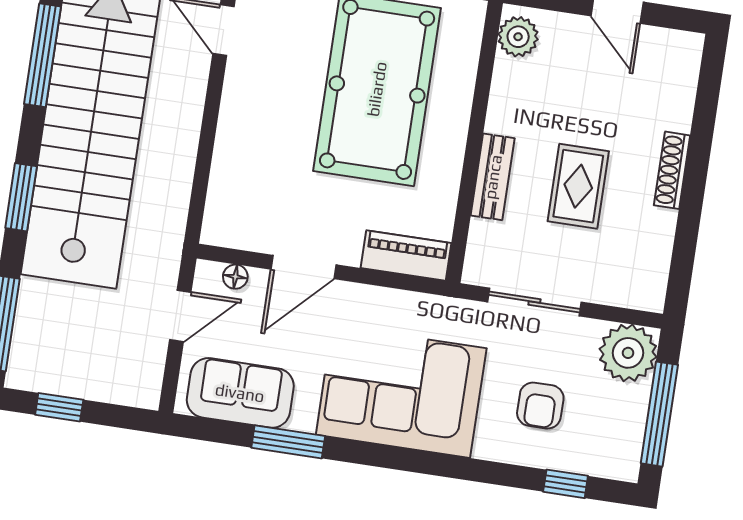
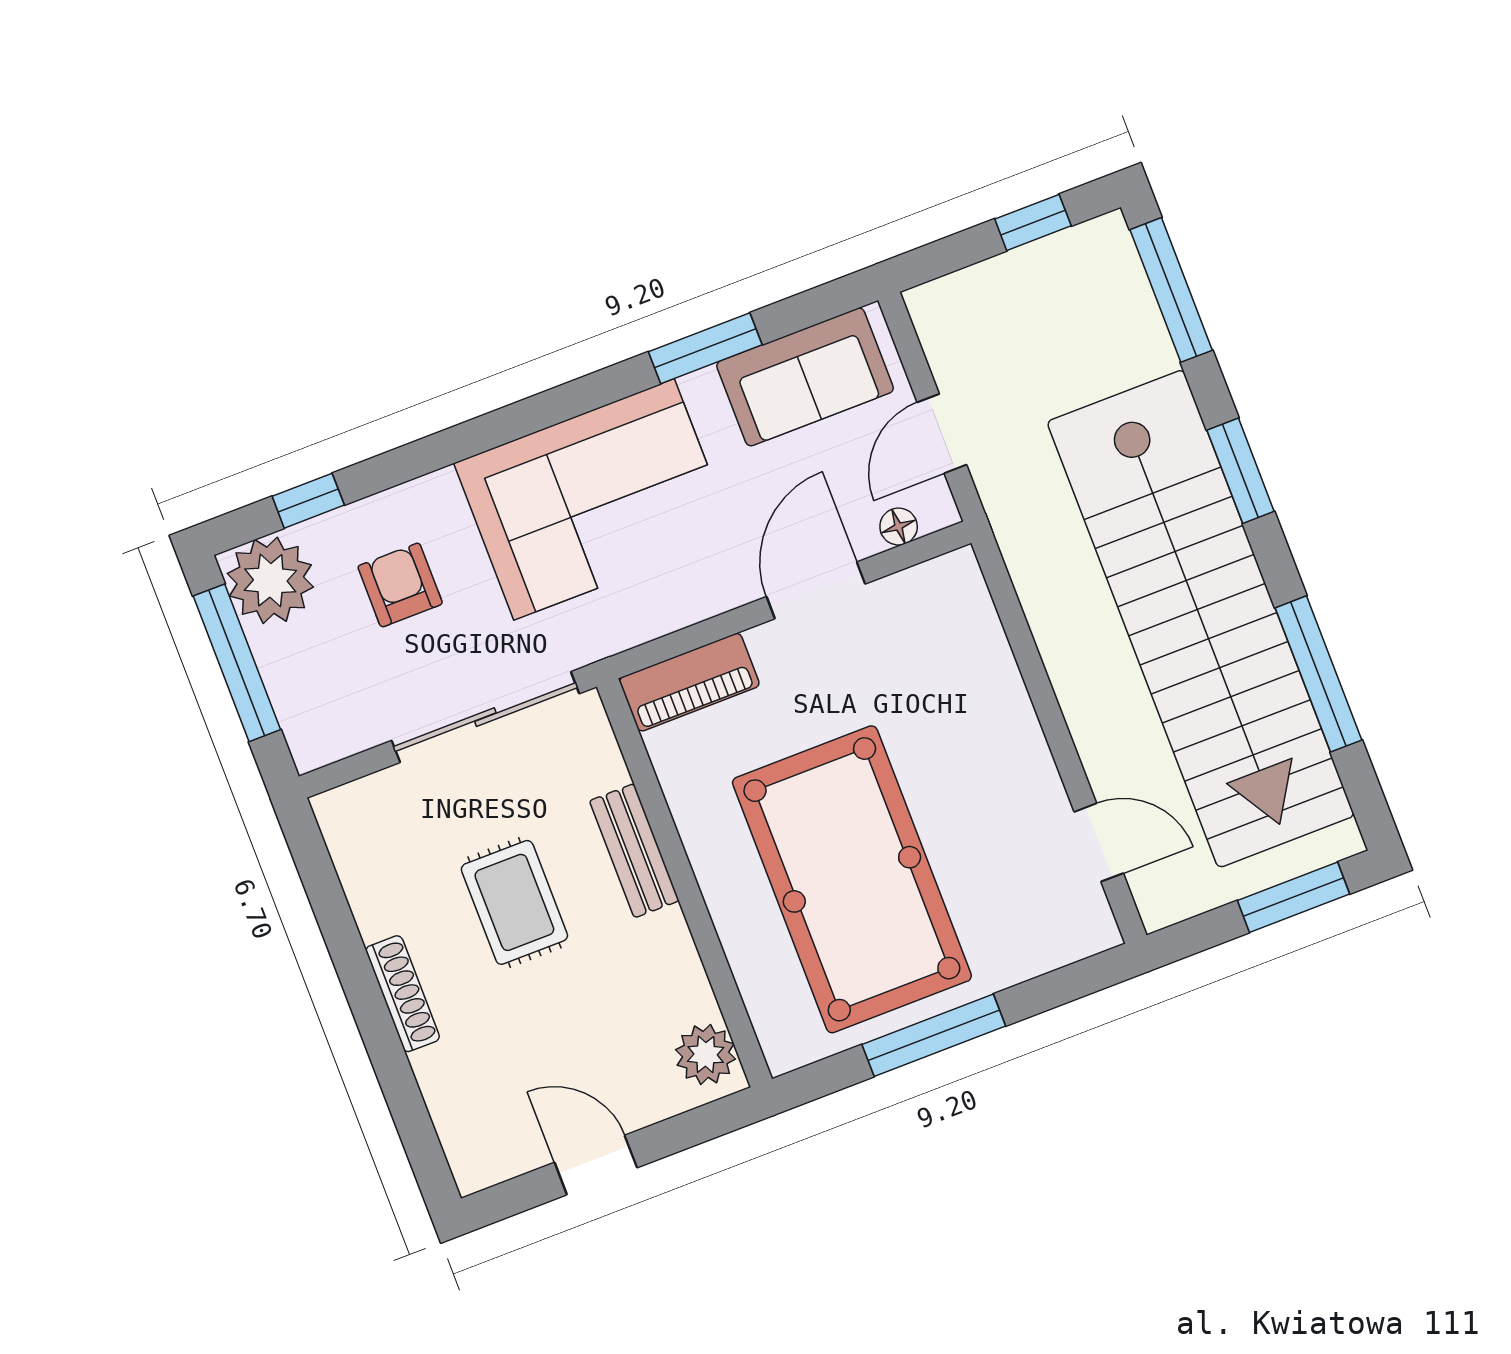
sliding door: (534, 302) -> (485, 717), width x1.37
plant: (628, 353) -> (270, 580), moved

